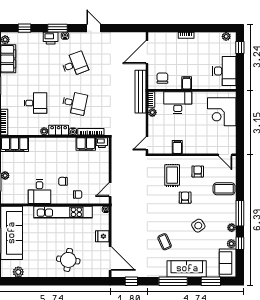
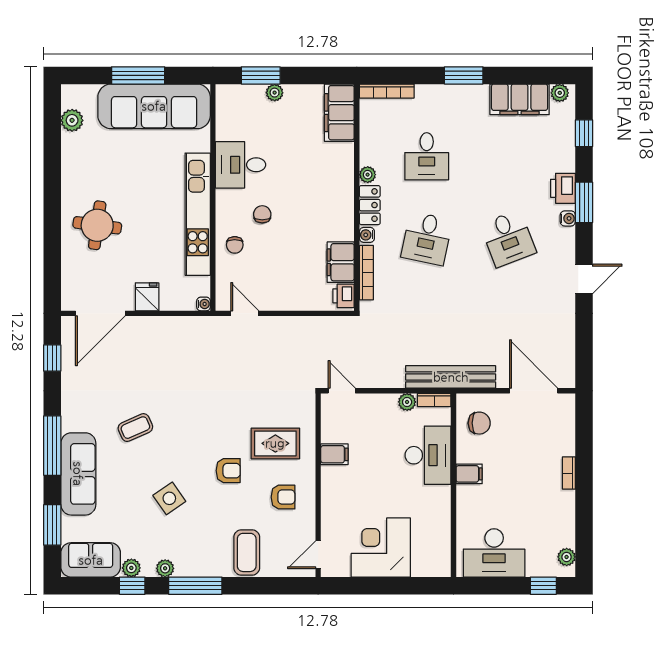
corner desk: (222, 112) -> (381, 547), moved

